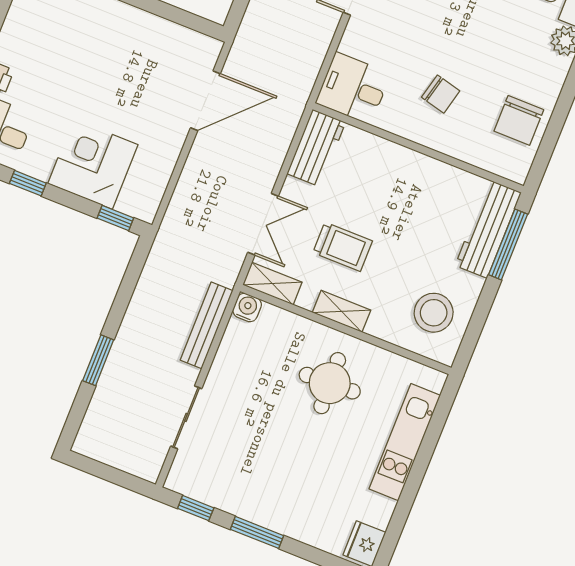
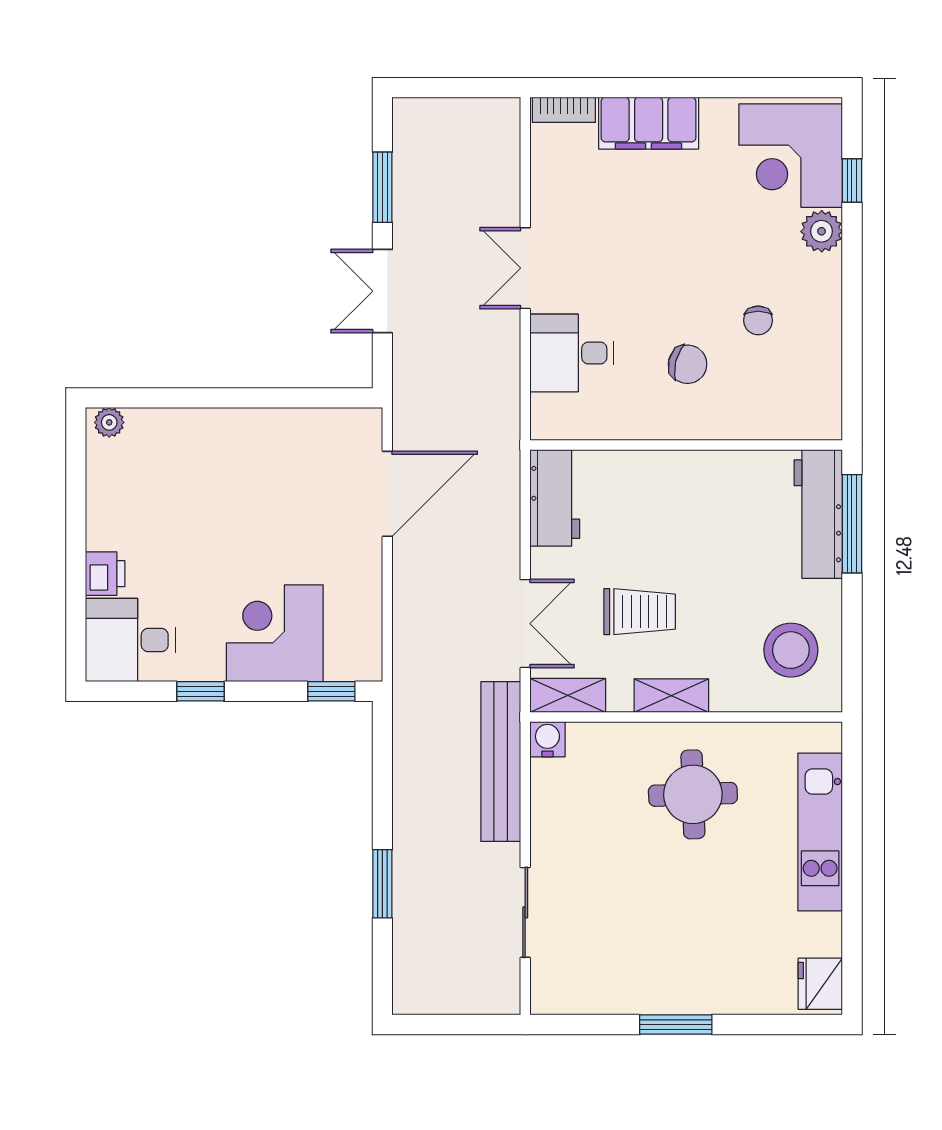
desk: (353, 88) -> (572, 353), moved
chair: (519, 120) -> (758, 320), moved, width x0.54, depth x0.54
bench: (207, 325) -> (501, 762), width x1.37, depth x1.21
window: (196, 508) -> (584, 1025), removed

